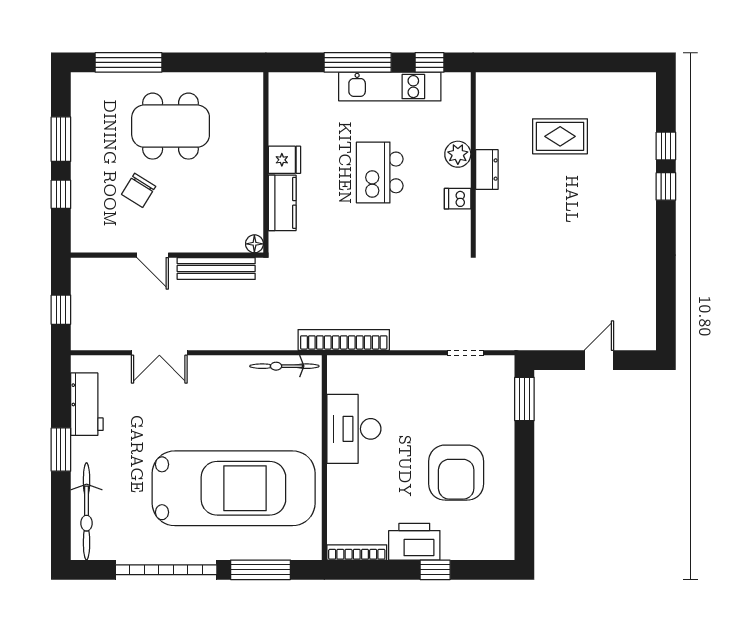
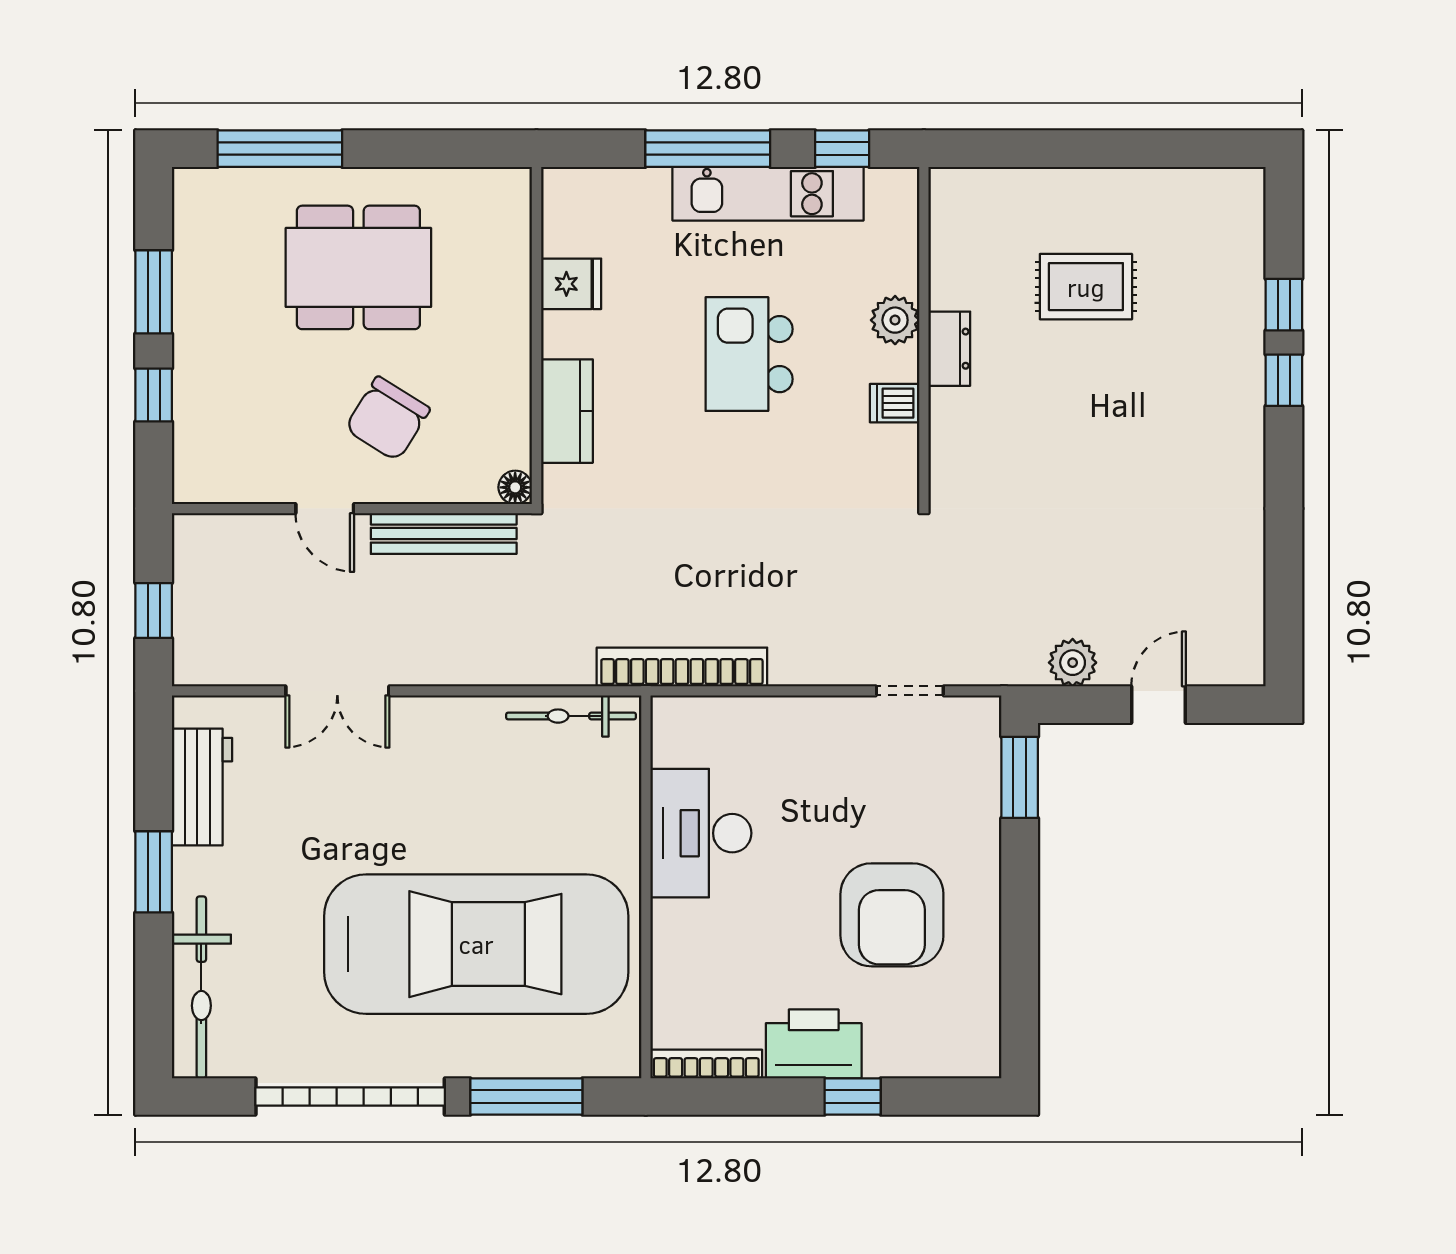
fridge: (284, 160) -> (571, 284), moved
chair: (139, 190) -> (387, 419), moved, width x1.37, depth x1.37
plant: (553, 338) -> (1073, 663), added

